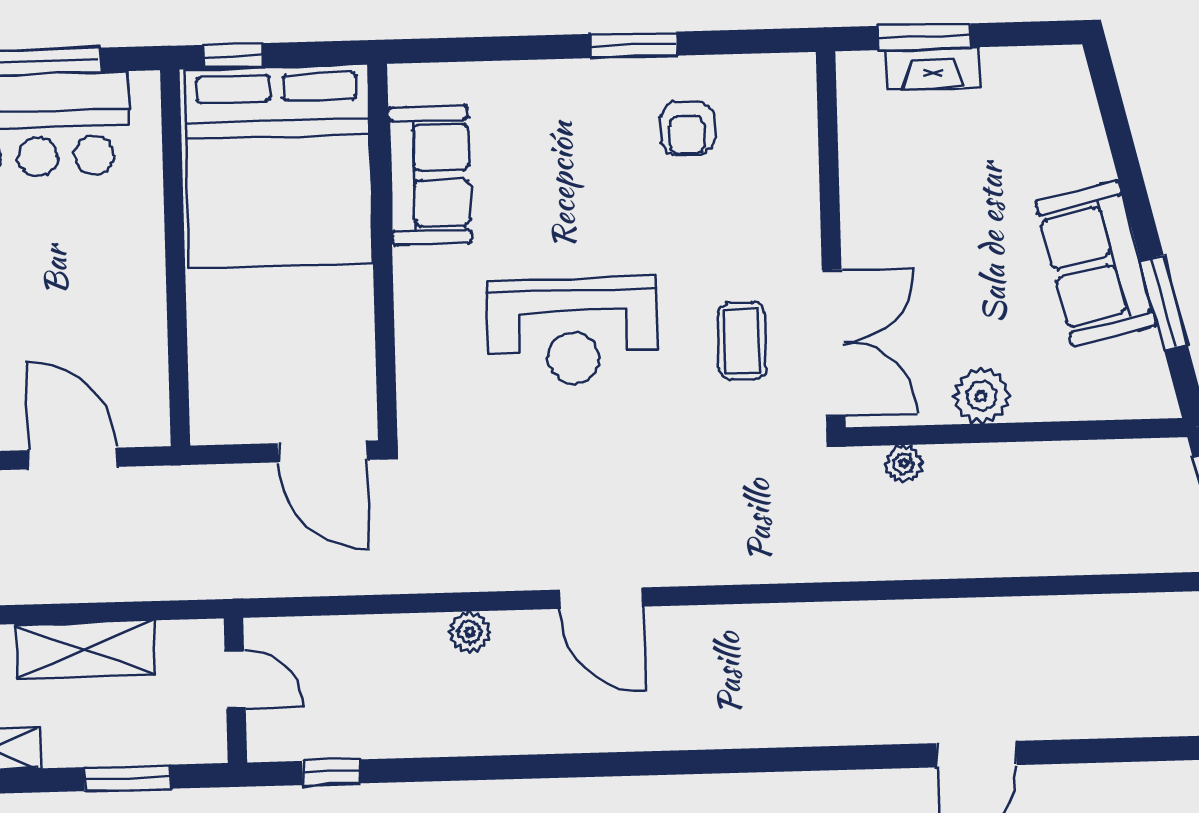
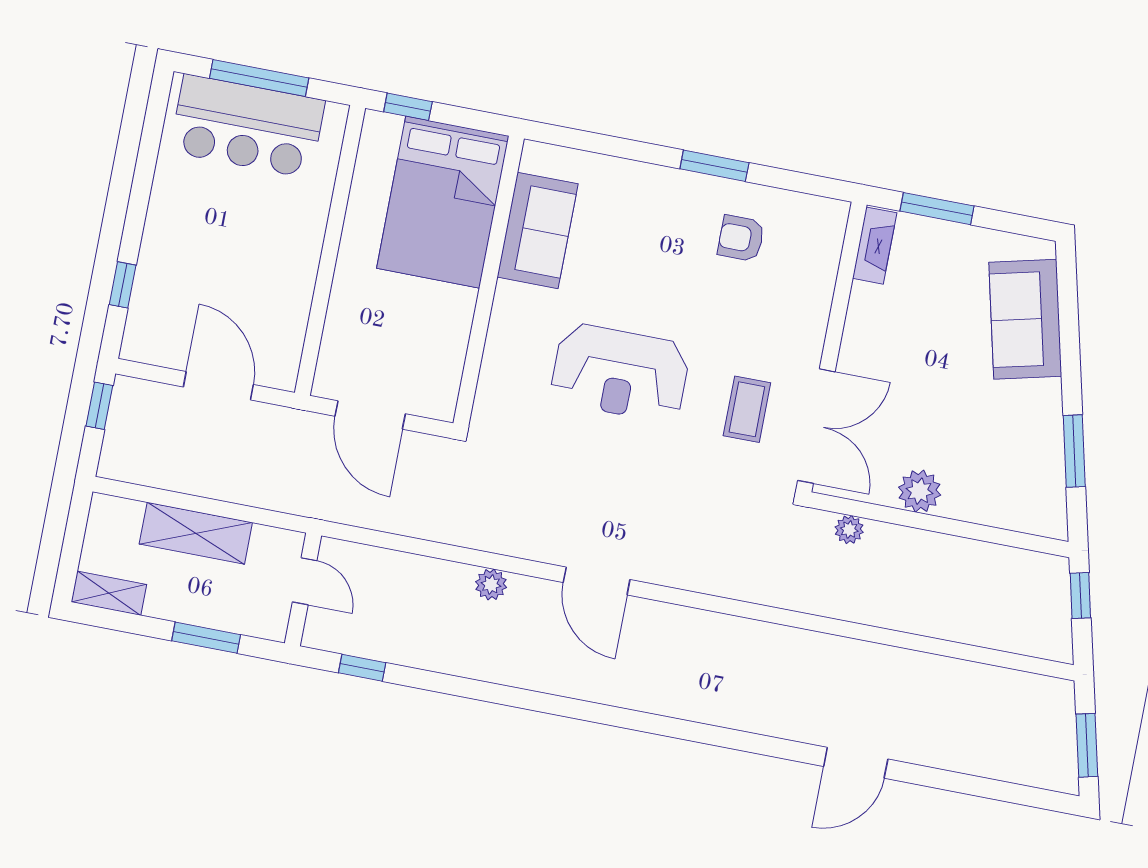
fireplace: (933, 69) -> (875, 246), moved, turned -90
armchair: (687, 128) -> (741, 238), turned 90
bed: (279, 167) -> (443, 202), width x0.73
sofa: (1096, 264) -> (1025, 319), moved
door: (322, 452) -> (370, 415), moved

